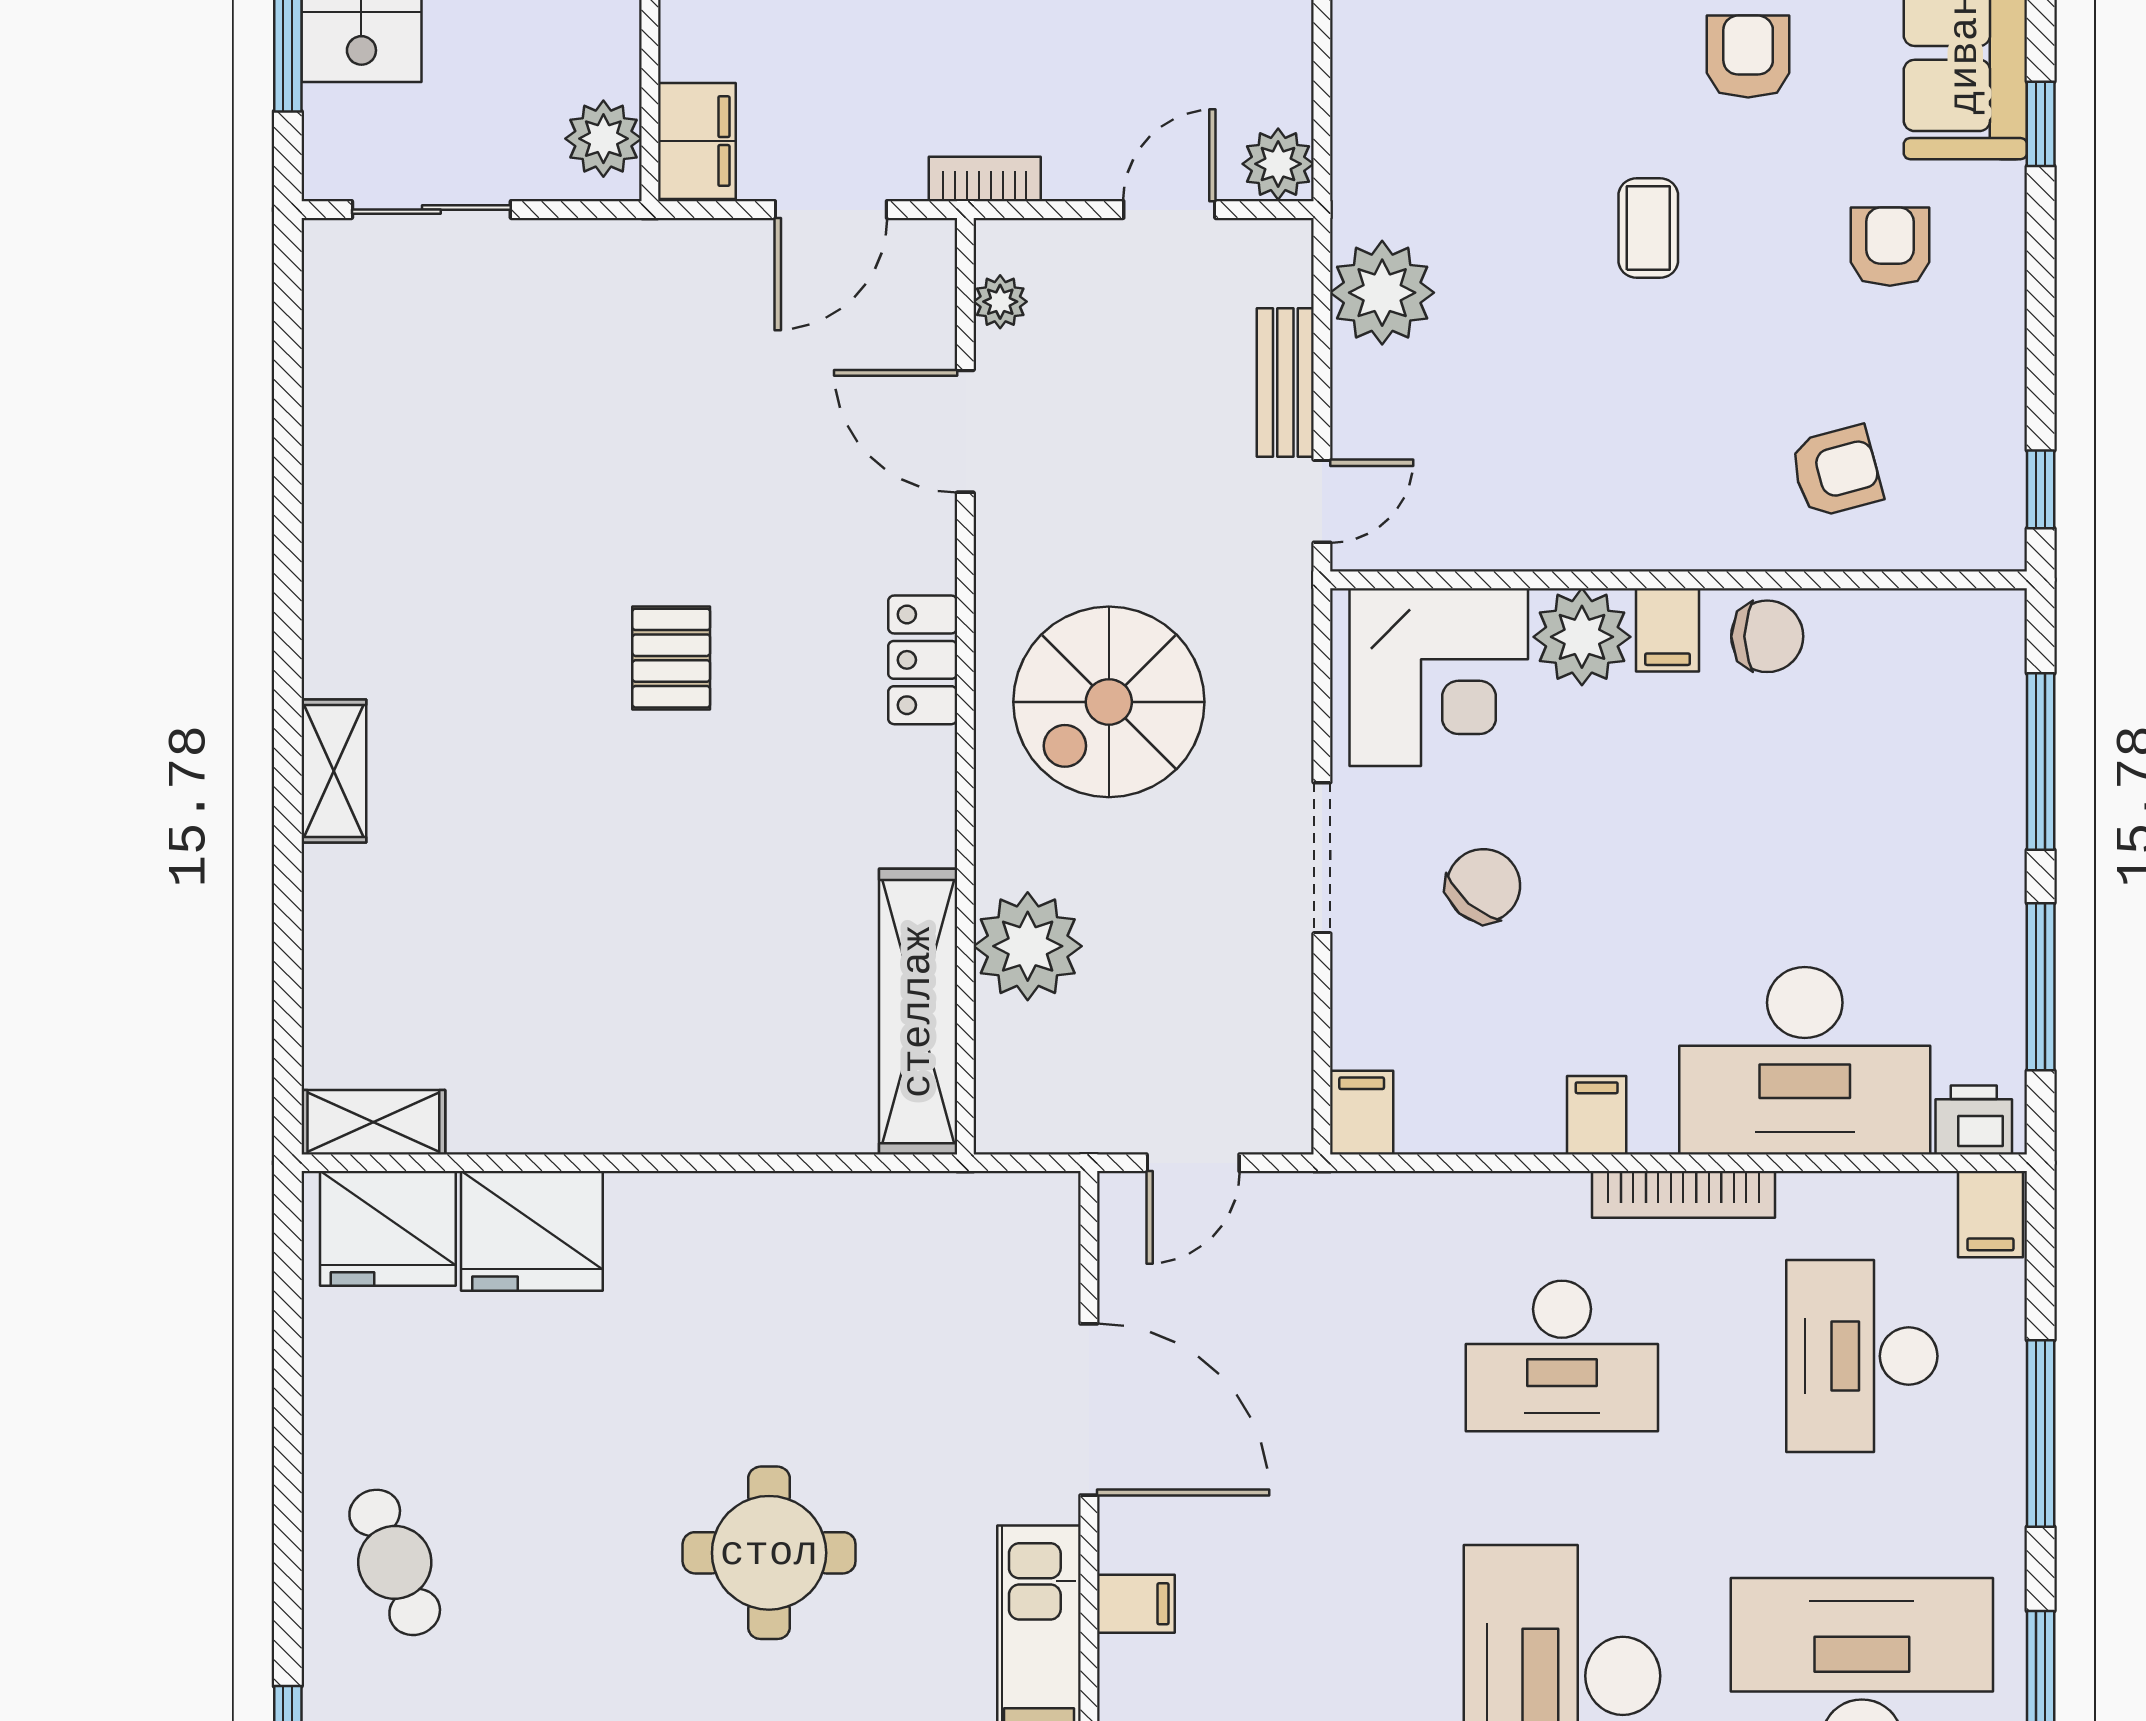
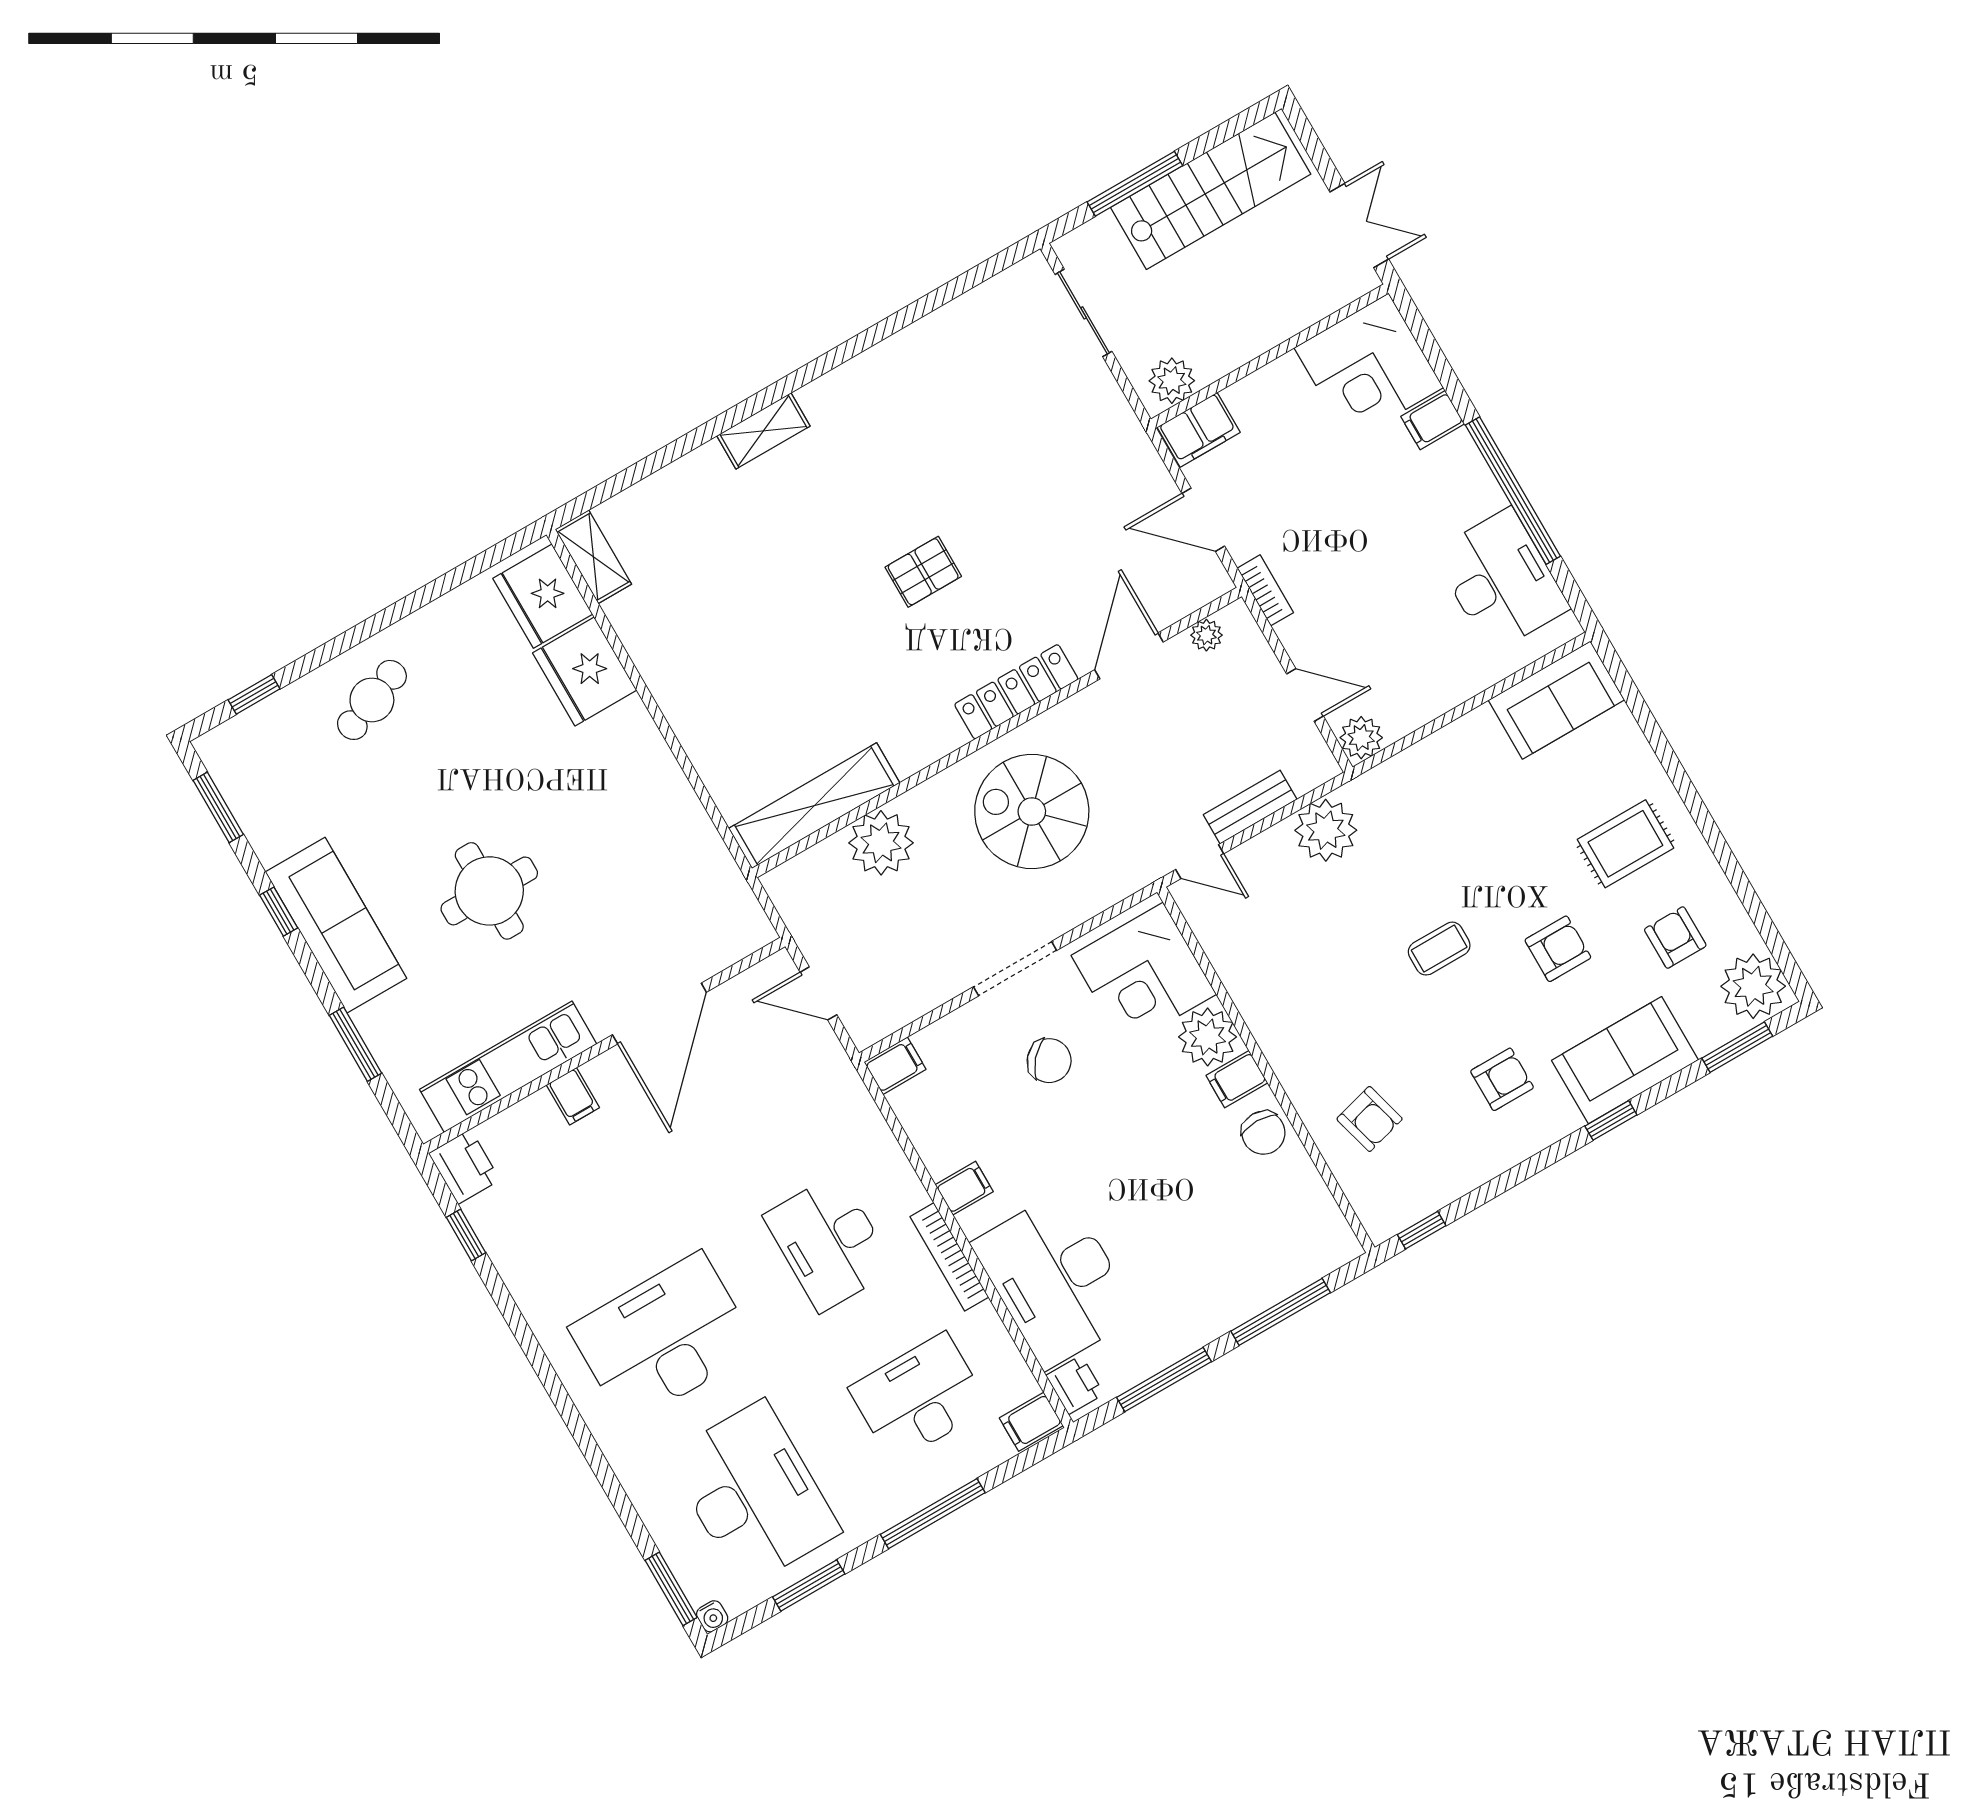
locker: (923, 660) -> (1016, 692), width x1.53

